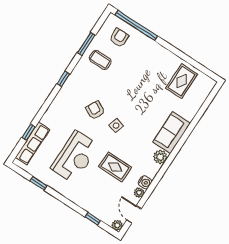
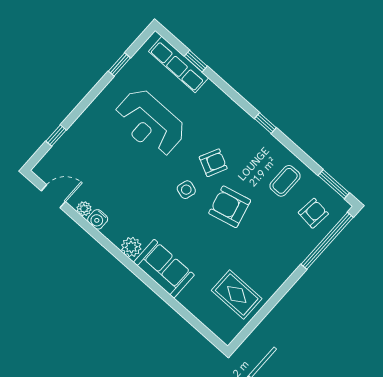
armchair: (119, 38) -> (313, 213), turned -84
window: (86, 44) -> (334, 184), moved
armchair: (123, 95) -> (230, 207), added
rug: (115, 167) -> (127, 179), removed
plant: (117, 225) -> (41, 170), removed

